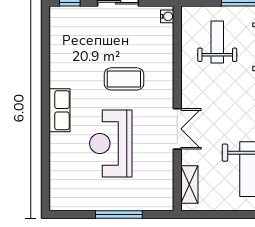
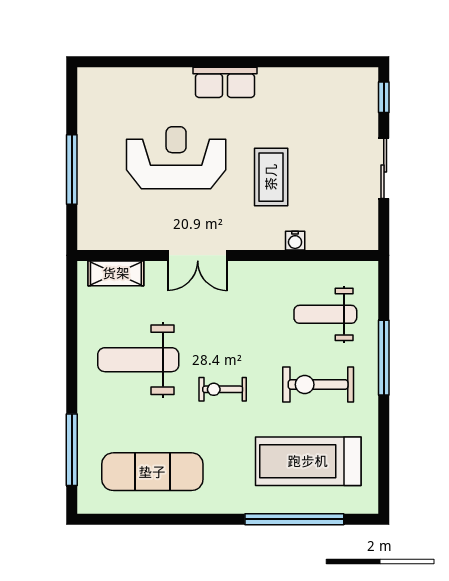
water cooler: (167, 16) -> (295, 241), moved
weight bench: (217, 42) -> (325, 314), turned 180

